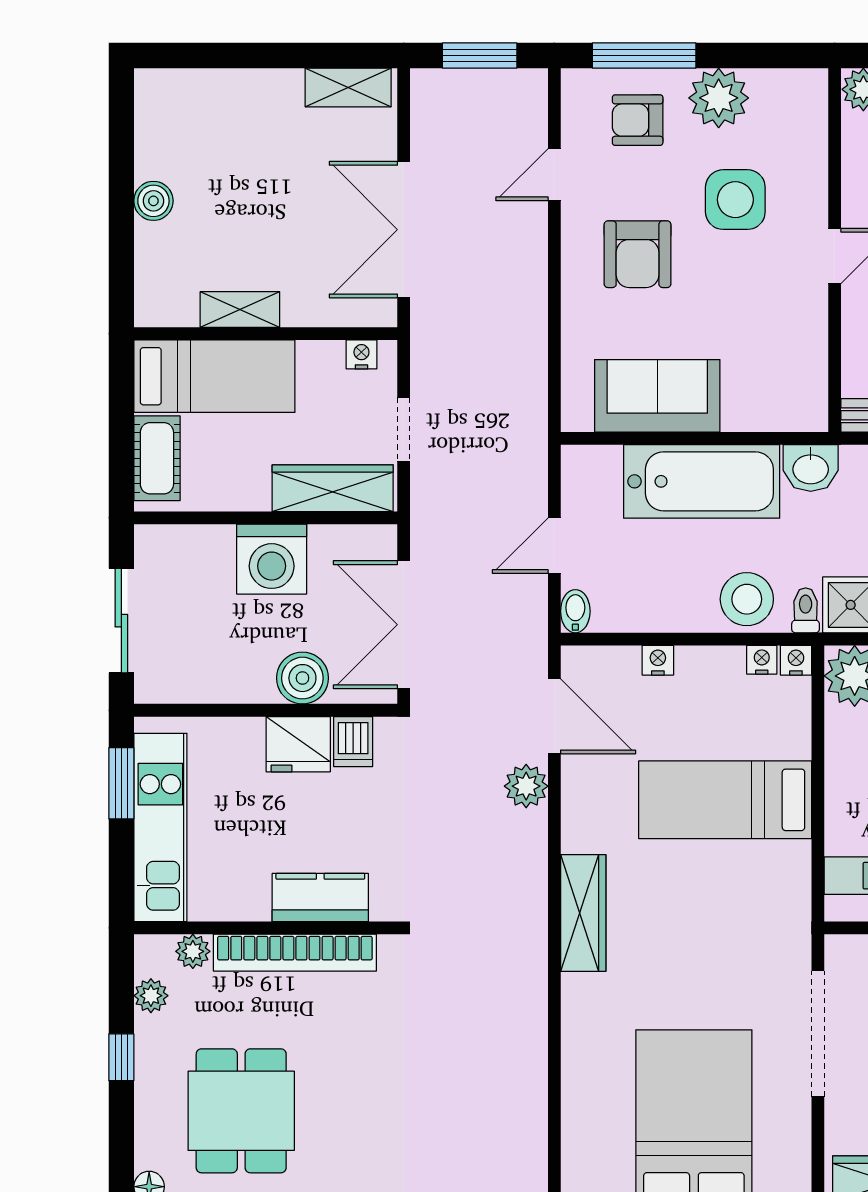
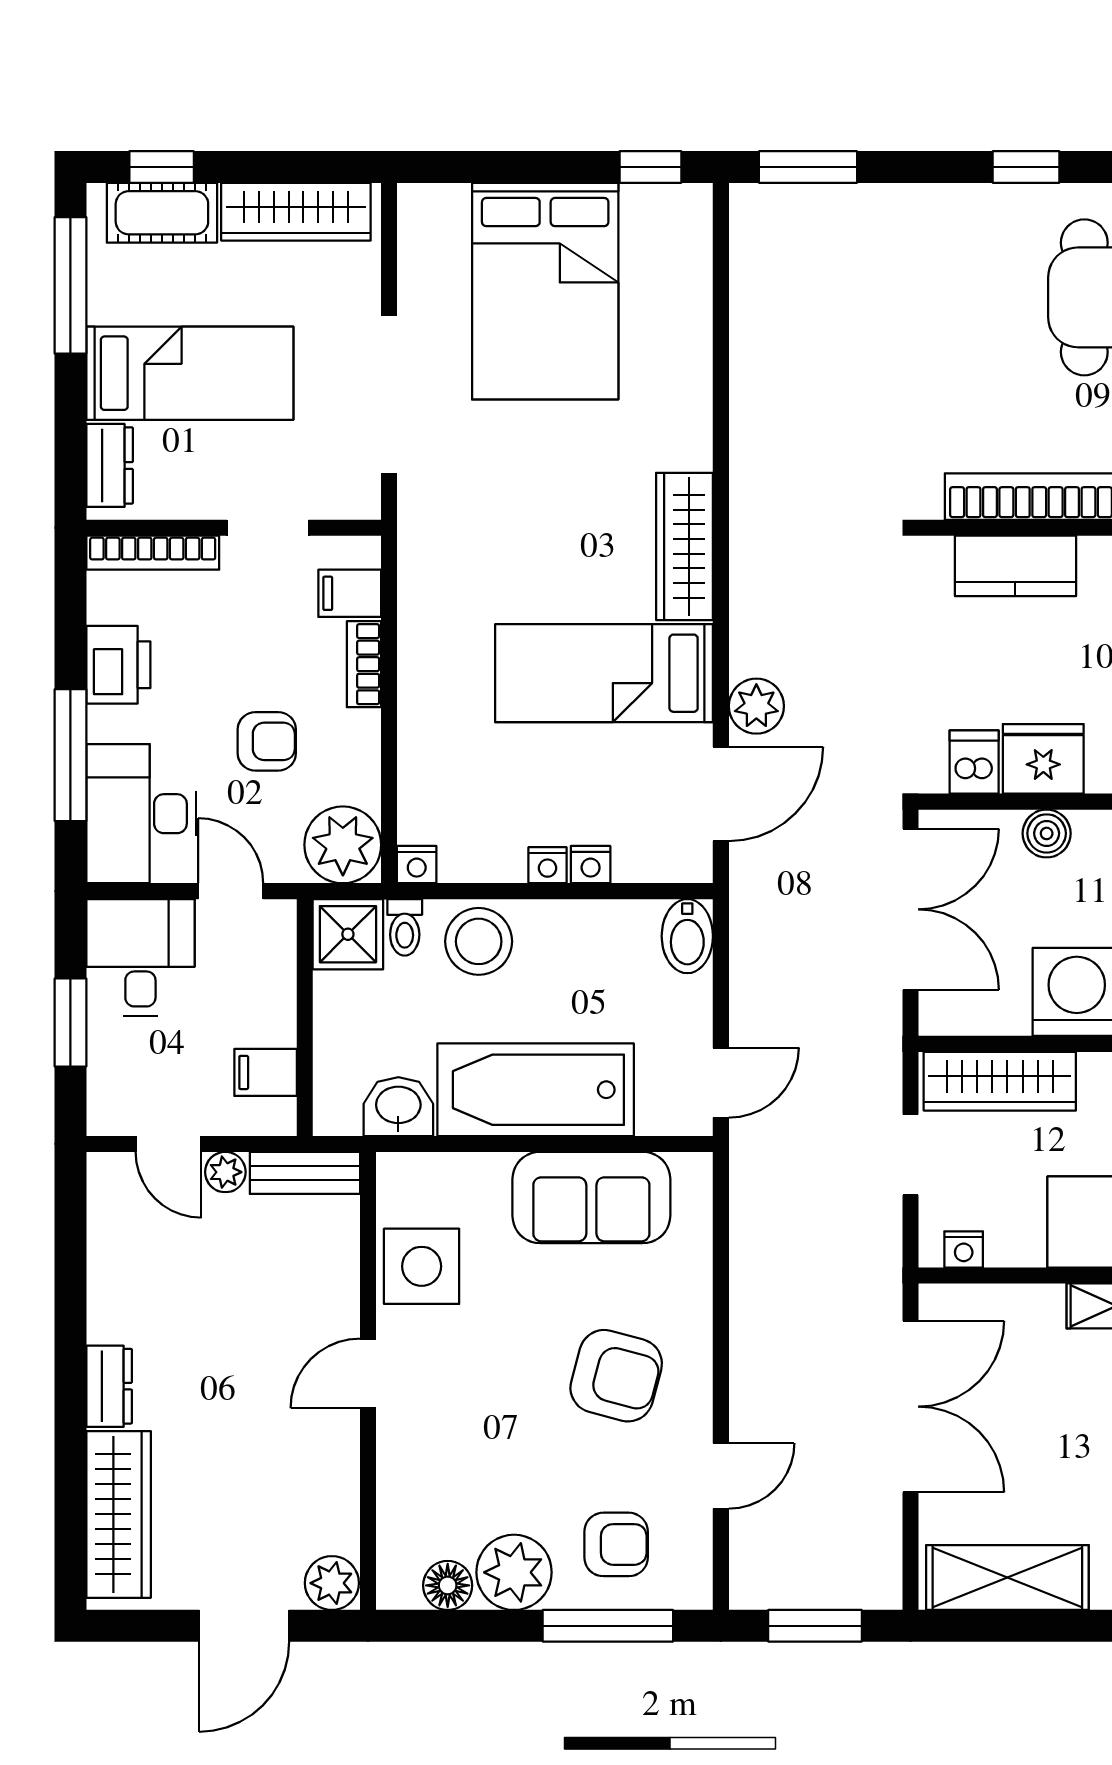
shelving: (348, 87) -> (1007, 1577), width x1.50, depth x1.33
floor lamp: (771, 88) -> (448, 1585), added
side table: (735, 200) -> (422, 1266), moved
armchair: (638, 254) -> (616, 1376), turned 105
door: (554, 546) -> (721, 1083), moved
bidet: (575, 611) -> (687, 936), width x1.38, depth x1.36
nightstand: (762, 660) -> (548, 865), moved
boiler: (302, 678) -> (1047, 833), width x0.73, depth x0.73
door: (554, 716) -> (721, 794), swing flipped
bed: (725, 800) -> (604, 673), moved, turned 180
bookcase: (838, 819) -> (364, 664), added

